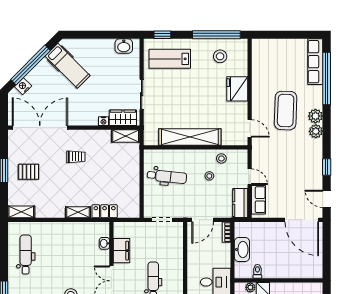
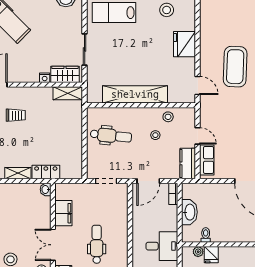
washbasin: (104, 243) -> (46, 189), moved

